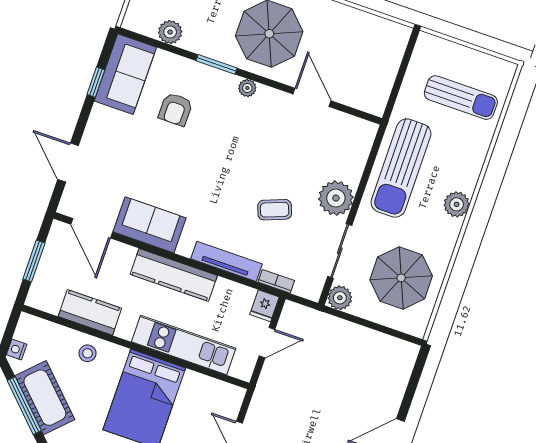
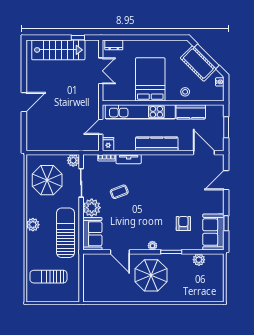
door: (68, 163) -> (226, 180), swing flipped
sofa: (149, 225) -> (92, 234), moved, turned -90
tv unit: (226, 261) -> (129, 159), width x0.71
kitchen unit: (184, 345) -> (140, 112), width x1.36

